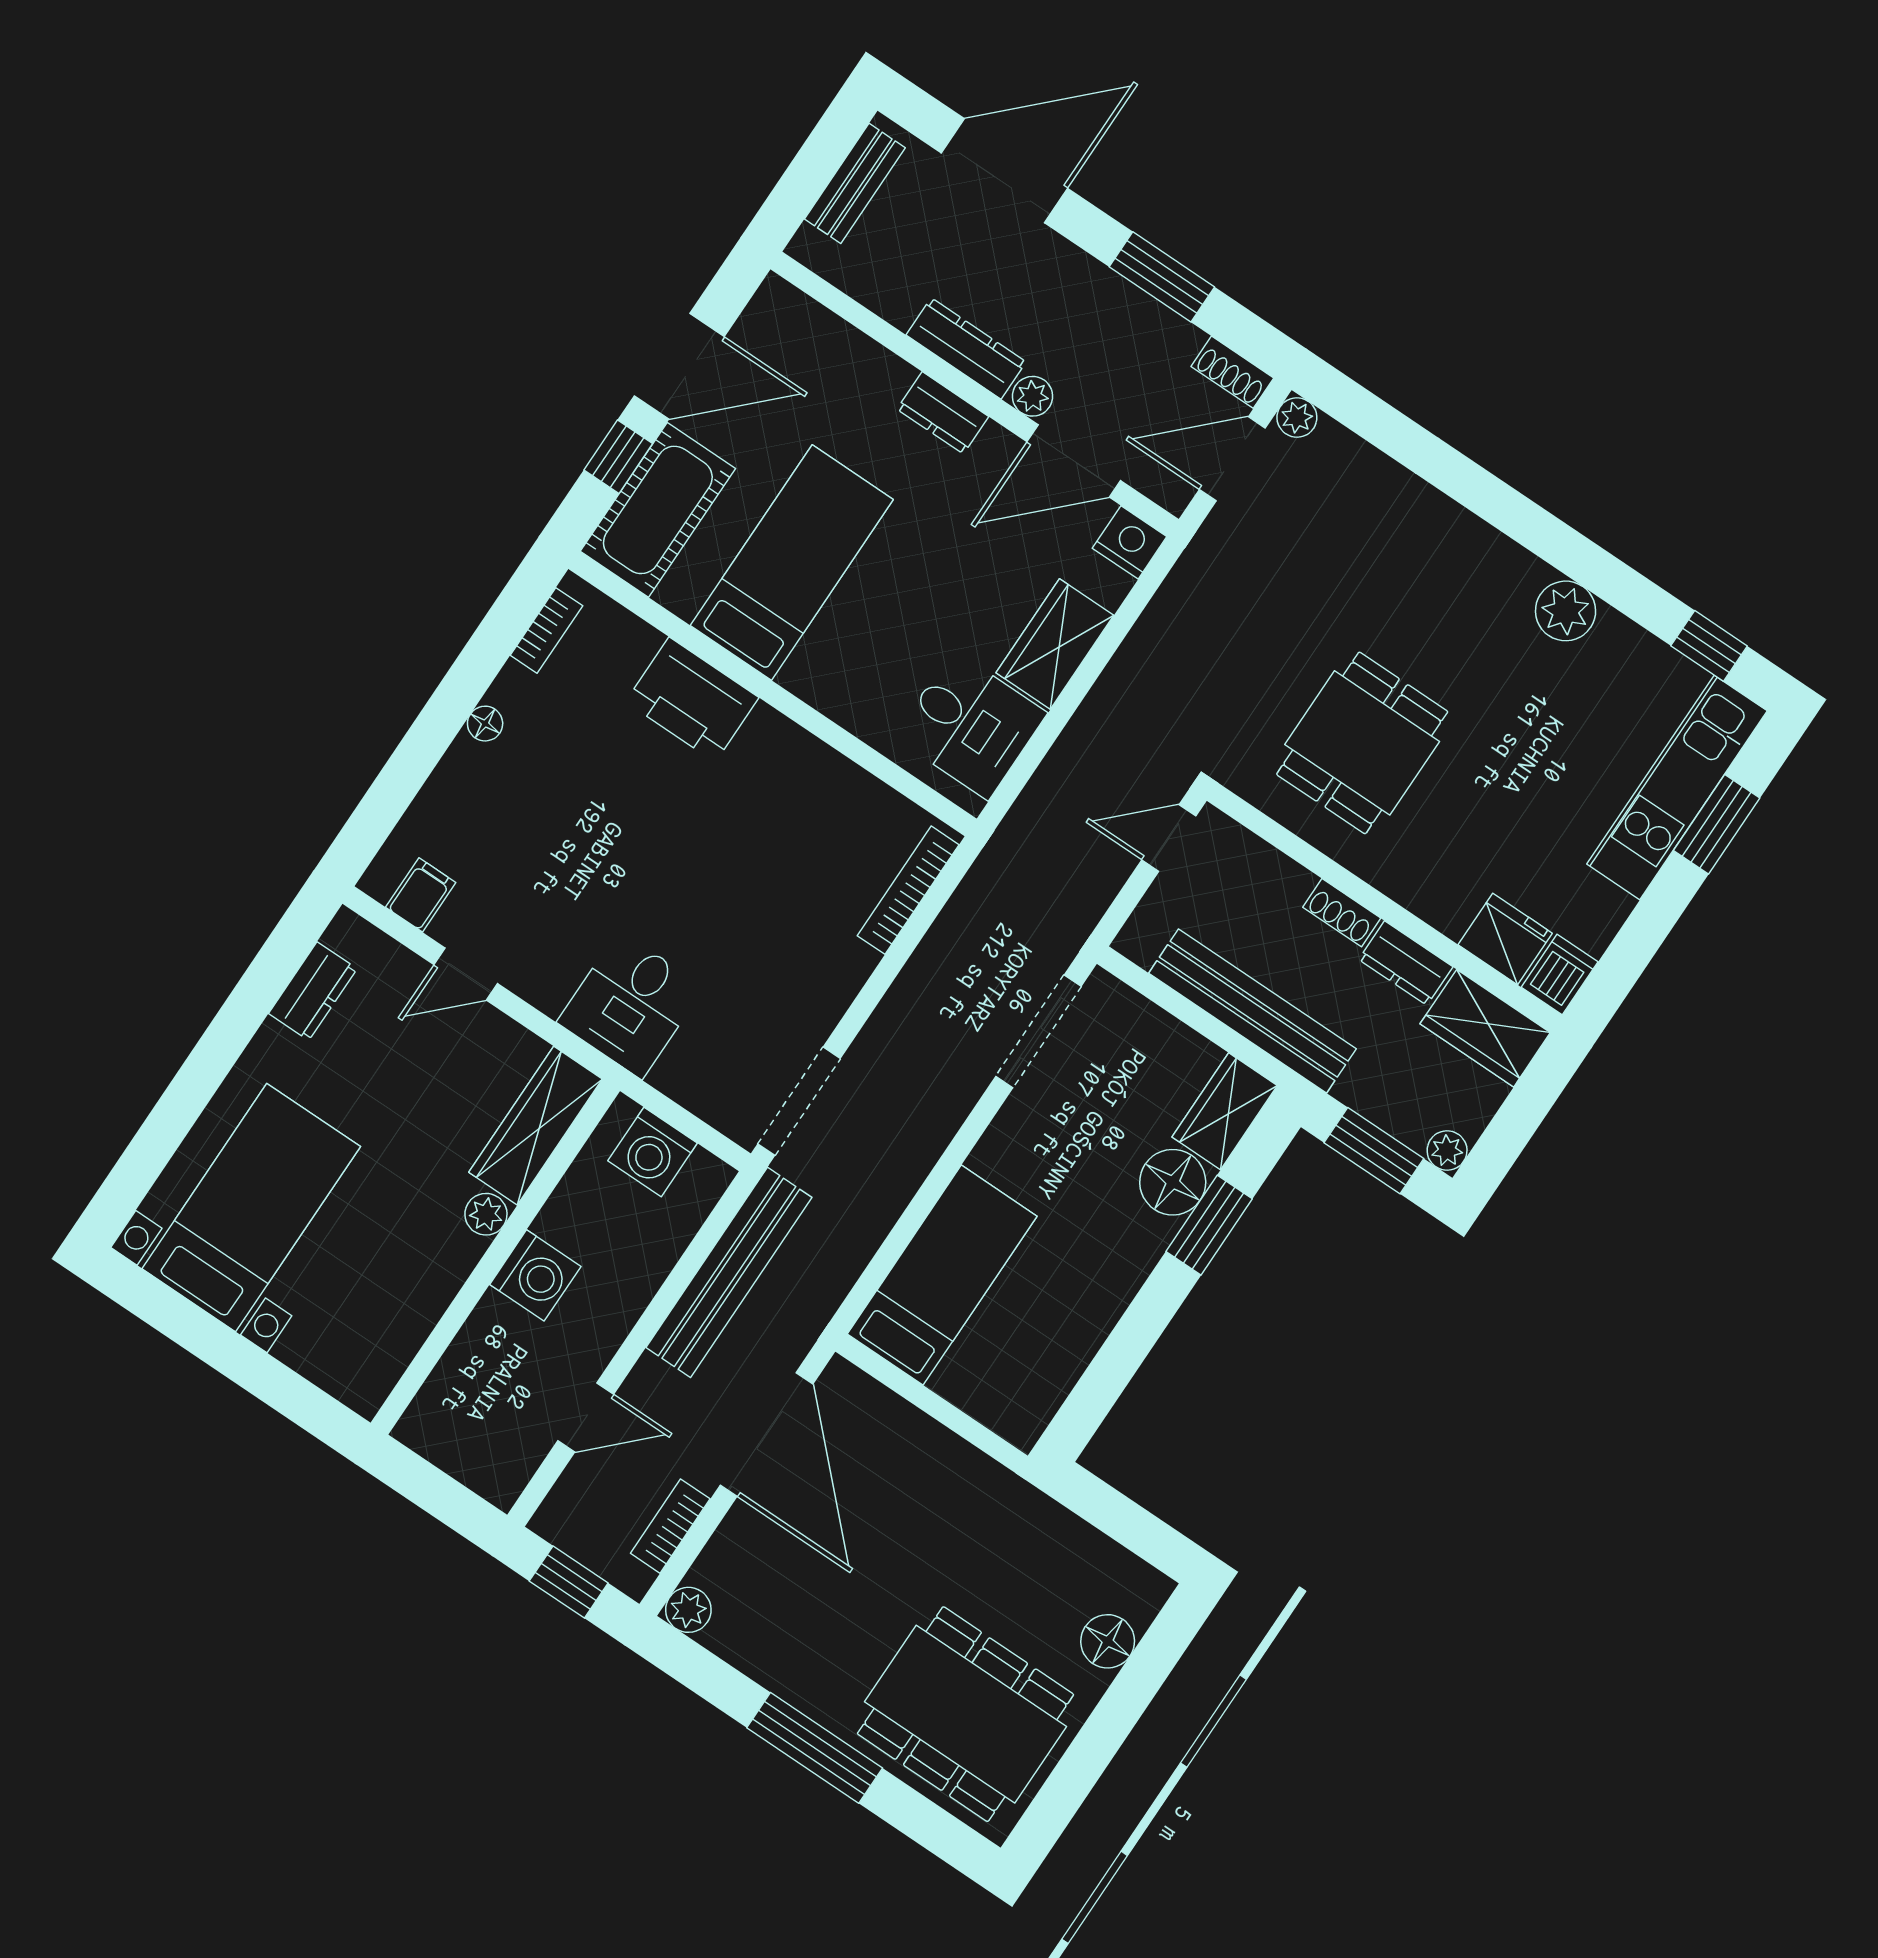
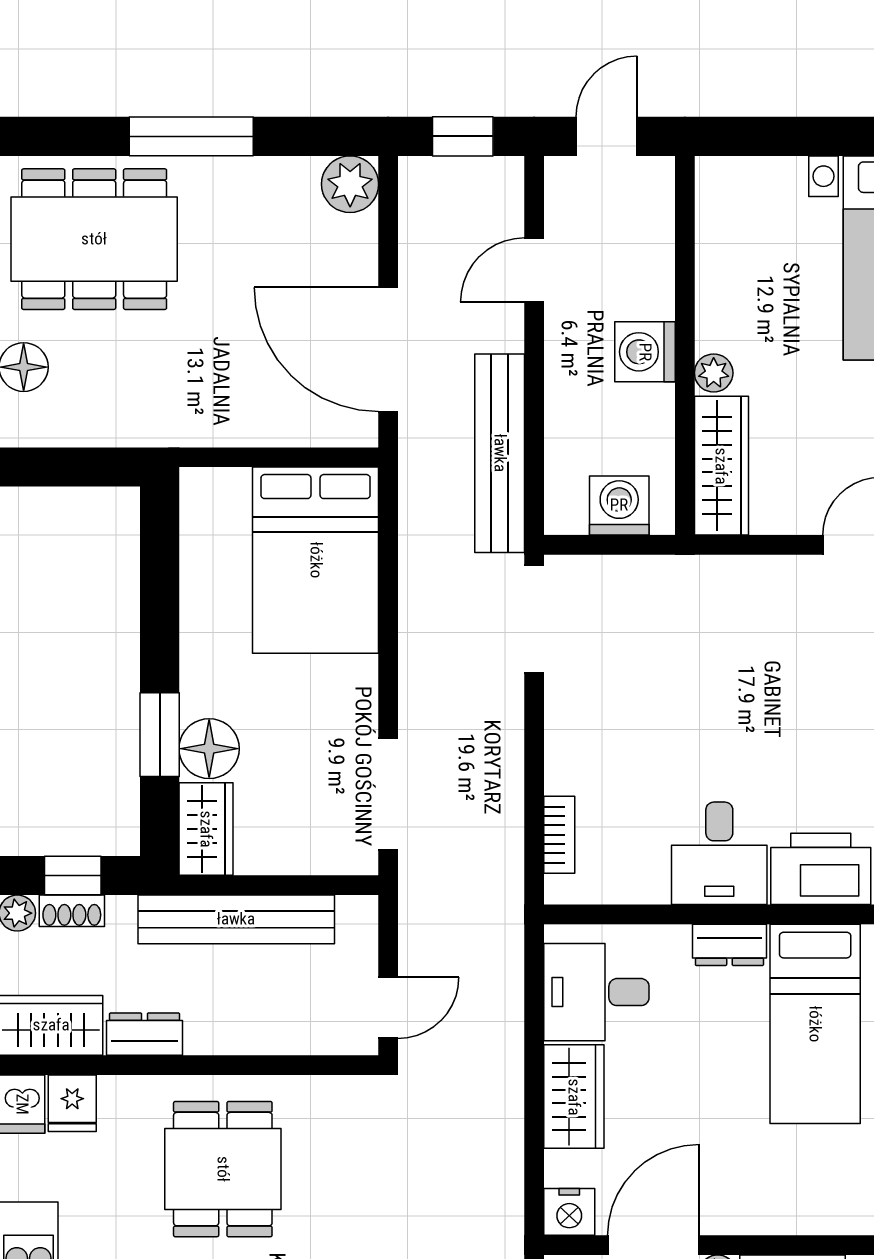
dresser: (943, 413) -> (729, 945), moved, turned 180
dining table: (1362, 743) -> (223, 1169), moved
bookcase: (908, 890) -> (559, 835), width x0.64
shoe rack: (1342, 913) -> (72, 911), moved, turned 180
fridge: (1505, 939) -> (72, 1103), width x0.72
desk: (630, 1005) -> (719, 853), moved, turned 180
window: (1374, 1151) -> (73, 875), width x0.67
bed: (942, 1275) -> (316, 560), width x1.50
door: (438, 1494) -> (607, 136), added
bookcase: (670, 1526) -> (414, 231), removed
plant: (688, 1610) -> (350, 184), width x1.38, depth x1.38

